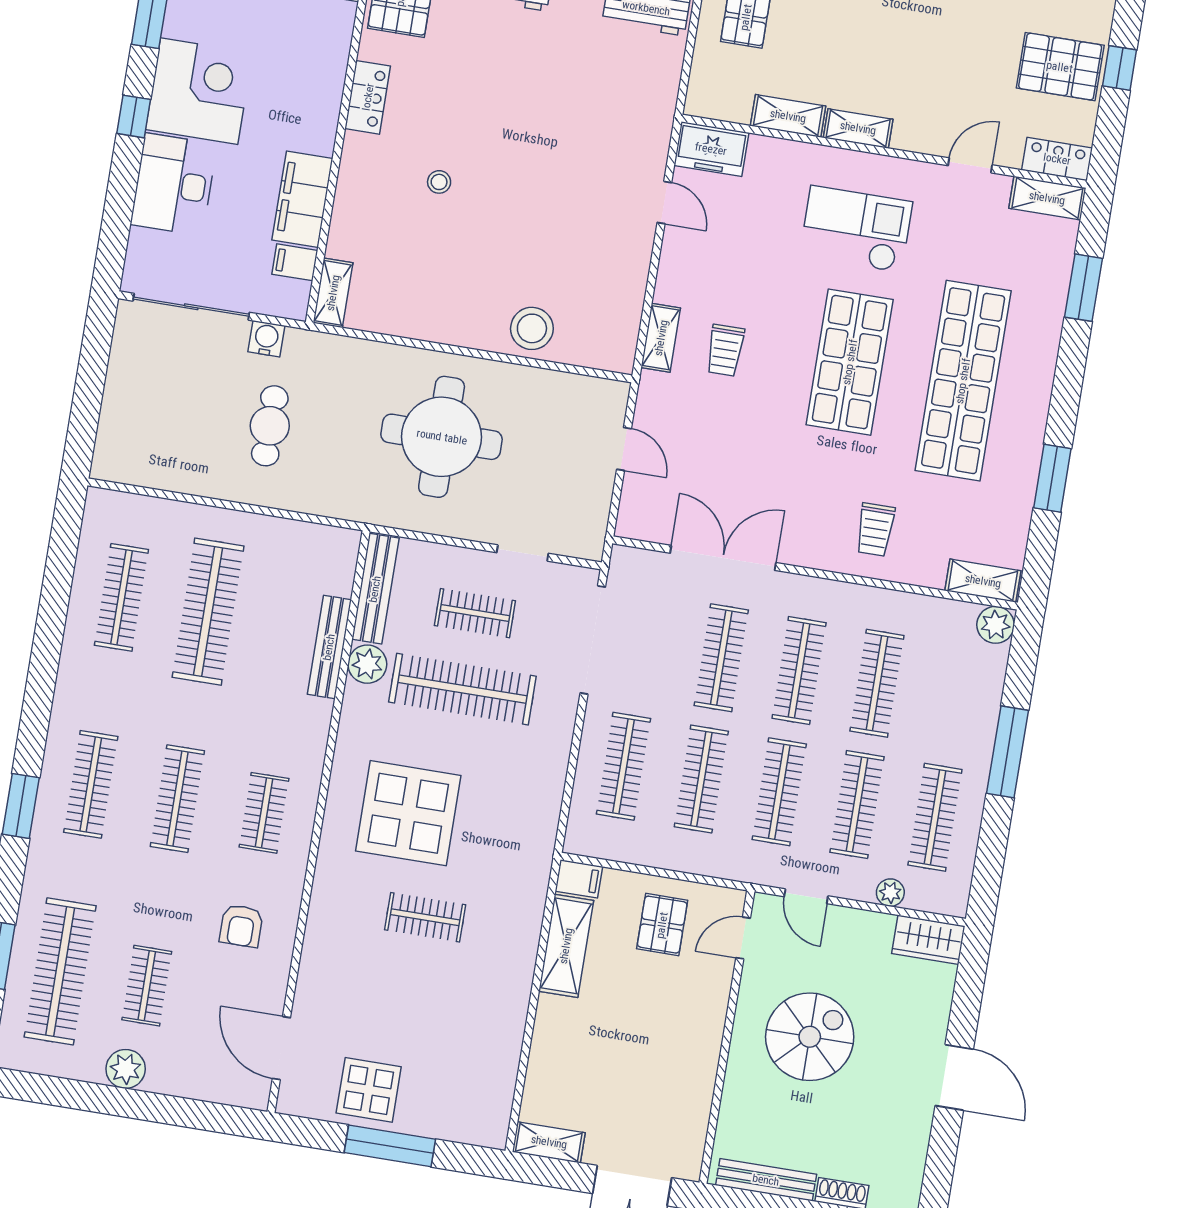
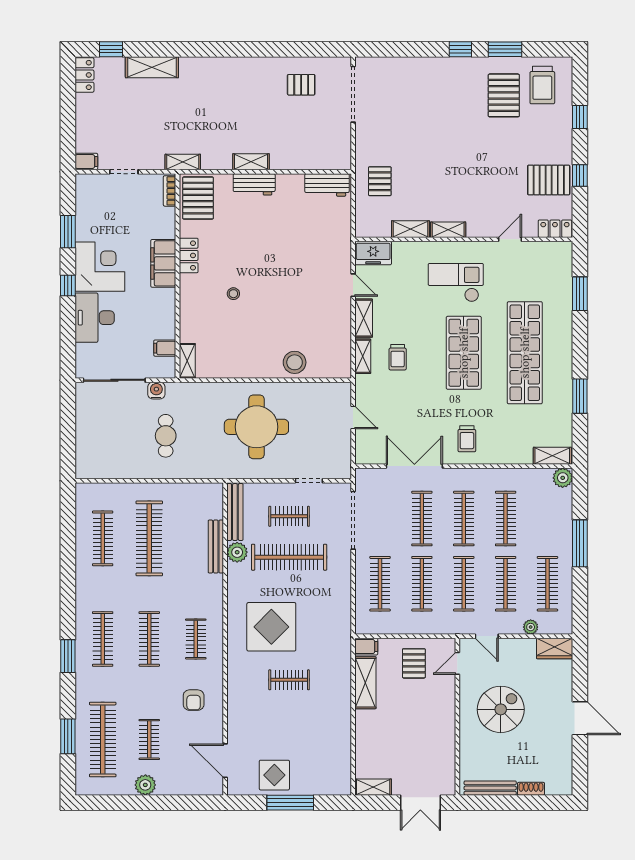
shelving: (1047, 198) -> (364, 318), moved, turned 90
filing cabinet: (302, 199) -> (163, 263), moved
trolley: (875, 530) -> (467, 439), moved

